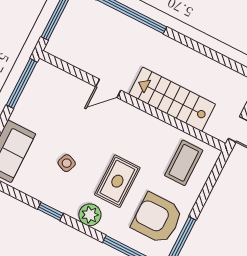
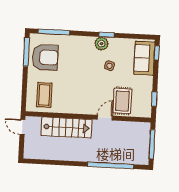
window: (22, 83) -> (154, 99), width x0.46
rug: (117, 181) -> (122, 101), moved
plant: (90, 215) -> (101, 44), moved

